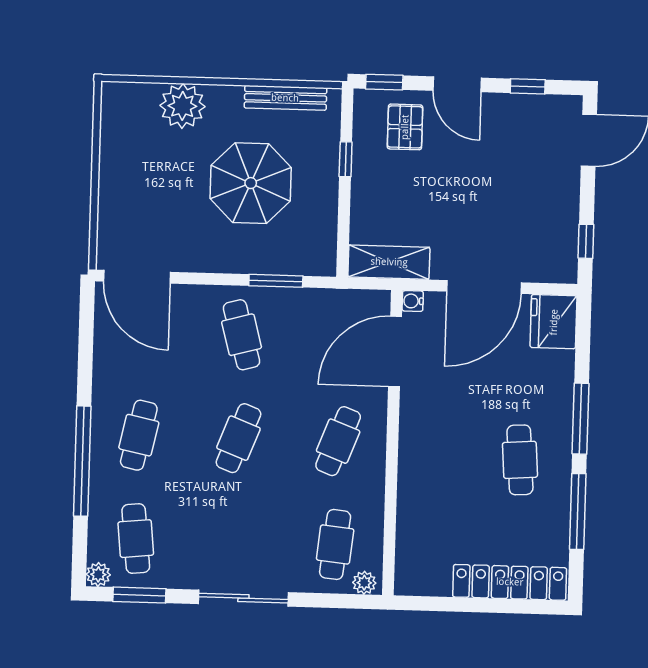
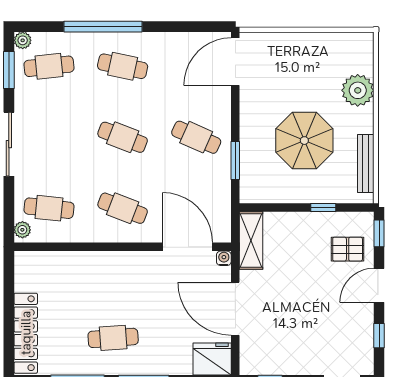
cafe table: (242, 335) -> (196, 137), turned 39

